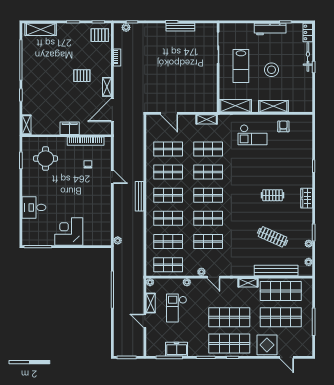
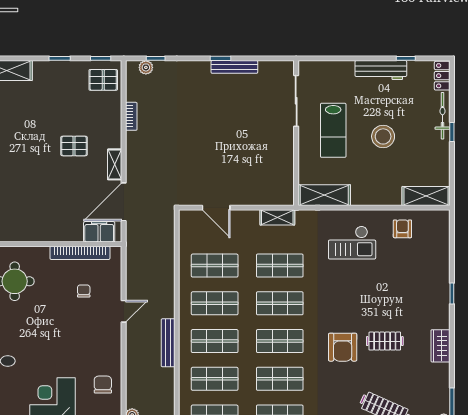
shelving: (273, 106) -> (426, 196), moved
filing cabinet: (70, 128) -> (99, 232), moved
door: (112, 177) -> (124, 311), hinge flipped
armchair: (247, 199) -> (343, 347), added
chair: (100, 222) -> (103, 385), added

